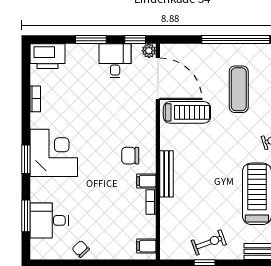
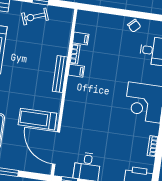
plant: (149, 51) -> (60, 171), removed
chair: (130, 156) -> (86, 92), removed
filing cabinet: (146, 246) -> (81, 38), moved

